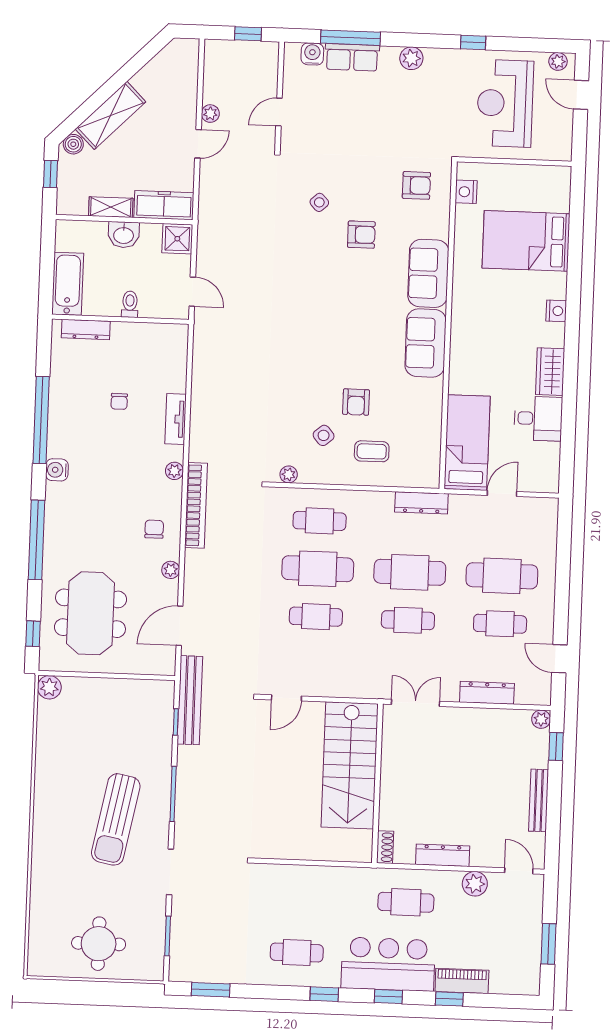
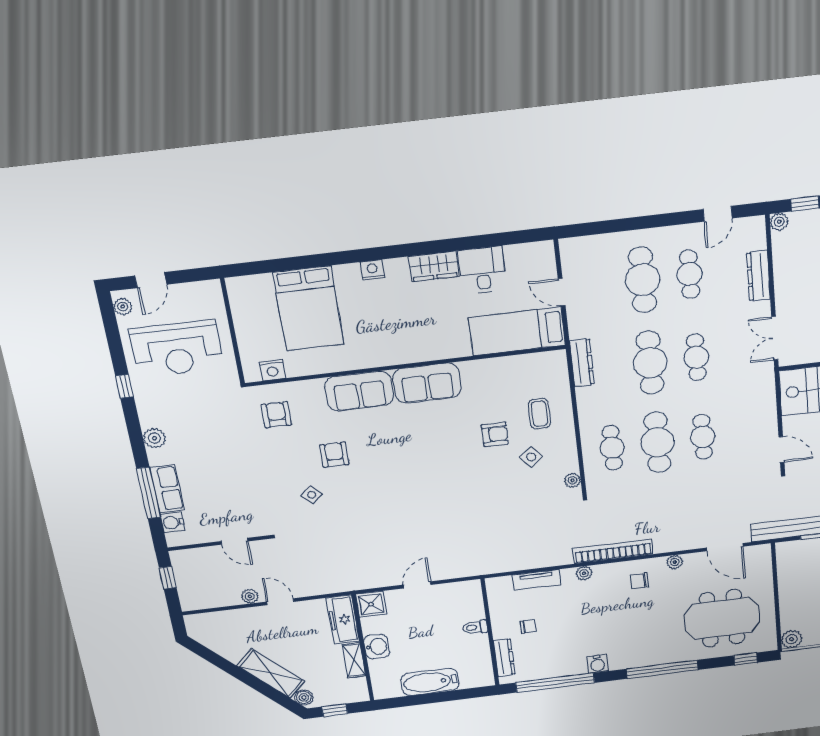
toilet: (130, 304) -> (475, 627), moved
wall: (120, 319) -> (490, 632), moved
dresser: (86, 329) -> (504, 657), moved

